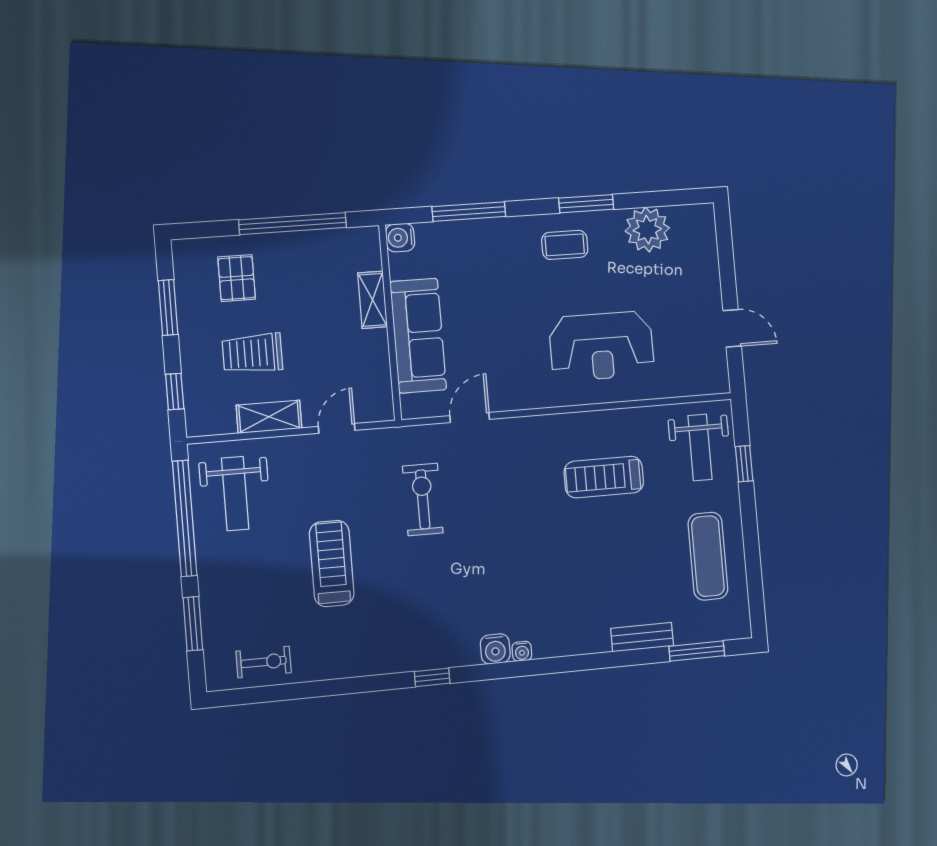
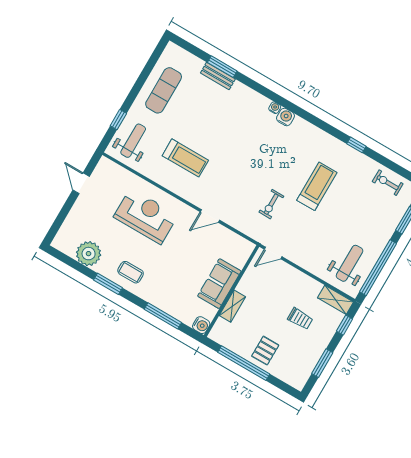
pallet: (237, 278) -> (265, 351), moved
sofa: (418, 336) -> (219, 284), width x0.73
trolley: (252, 353) -> (300, 319), width x0.73, depth x0.72
shelving: (269, 417) -> (335, 300), moved
door: (470, 418) -> (210, 216), moved
door: (337, 428) -> (273, 253), moved
exercise bike: (423, 499) -> (271, 204), width x0.73, depth x0.72
treadmill: (332, 563) -> (317, 186), moved, turned 180
window: (697, 651) -> (222, 67), moved
window: (432, 677) -> (356, 145), moved

